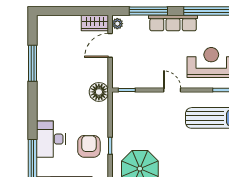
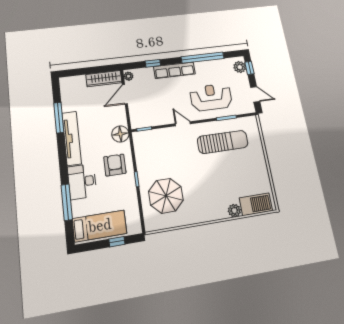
window: (148, 11) -> (153, 63), width x0.46
wardrobe: (95, 23) -> (104, 79), width x1.50
tv unit: (44, 89) -> (72, 138), added
armchair: (89, 146) -> (115, 165), moved

